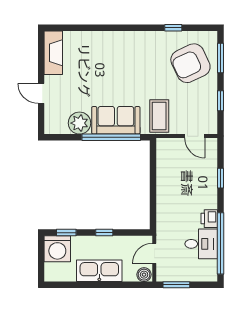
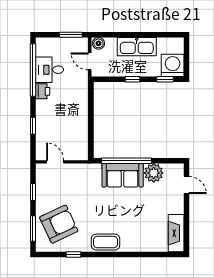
door: (41, 93) -> (186, 185), moved
coffee table: (159, 116) -> (106, 242), moved, turned 90
door: (154, 253) -> (90, 61), swing flipped

